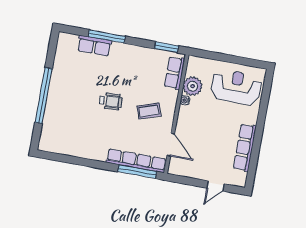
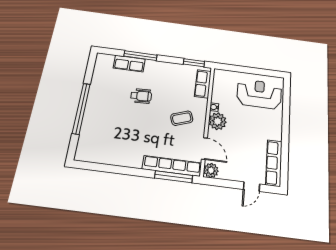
plant: (193, 86) -> (218, 121), moved
wheelchair: (111, 101) -> (141, 96), moved
row of seats: (245, 148) -> (274, 163), moved
plant: (176, 167) -> (211, 170), added

